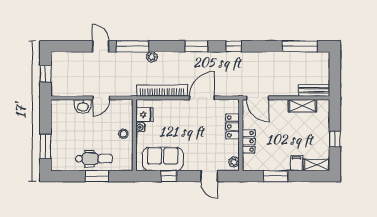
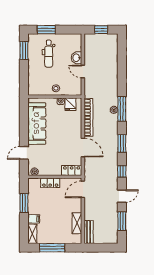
door: (101, 46) -> (122, 196), moved
window: (132, 46) -> (122, 109), moved
window: (300, 46) -> (122, 221), width x0.69
locker: (232, 126) -> (72, 170), moved
window: (335, 139) -> (52, 248), width x2.17
dental chair: (94, 159) -> (49, 54), moved
sofa: (163, 159) -> (37, 123), width x1.36
window: (97, 176) -> (24, 50), moved
window: (169, 176) -> (24, 123), removed

